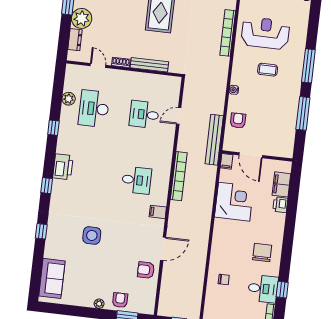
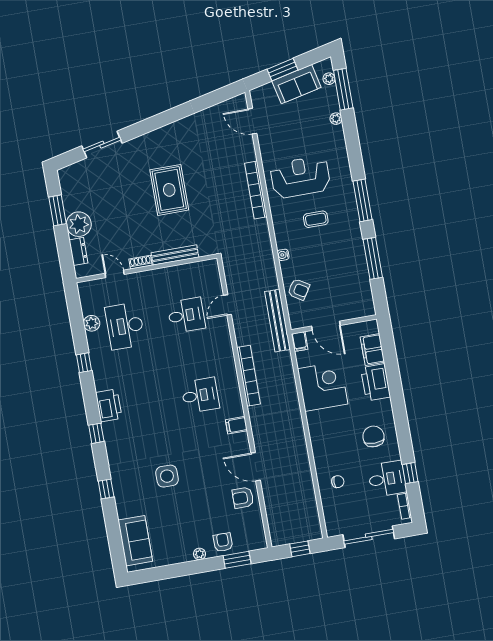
desk: (144, 114) -> (186, 315), turned 180
armchair: (238, 120) -> (299, 289), turned 122
printer: (280, 205) -> (376, 382), width x1.87, depth x1.48
door: (163, 249) -> (256, 467), swing flipped

